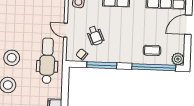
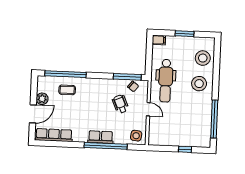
plant: (178, 59) -> (42, 99), moved
window: (102, 65) -> (127, 77), moved

